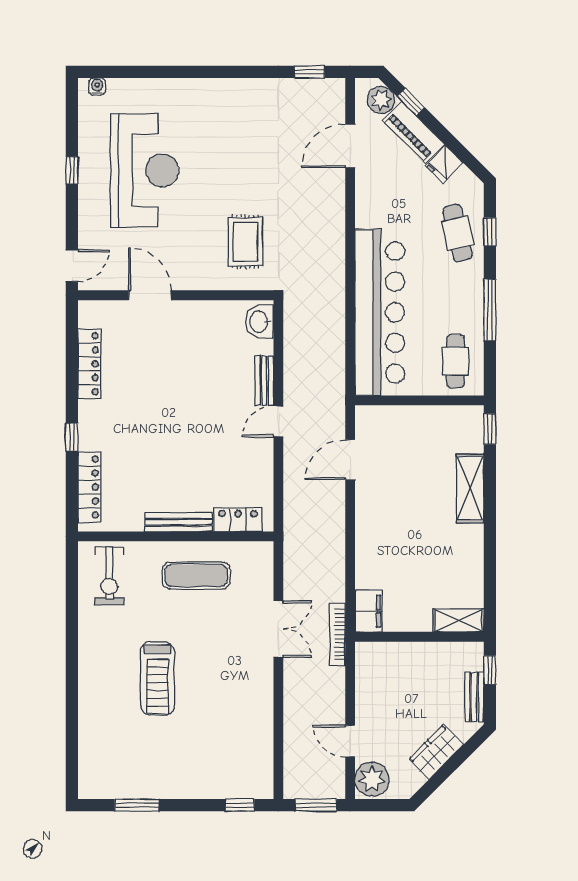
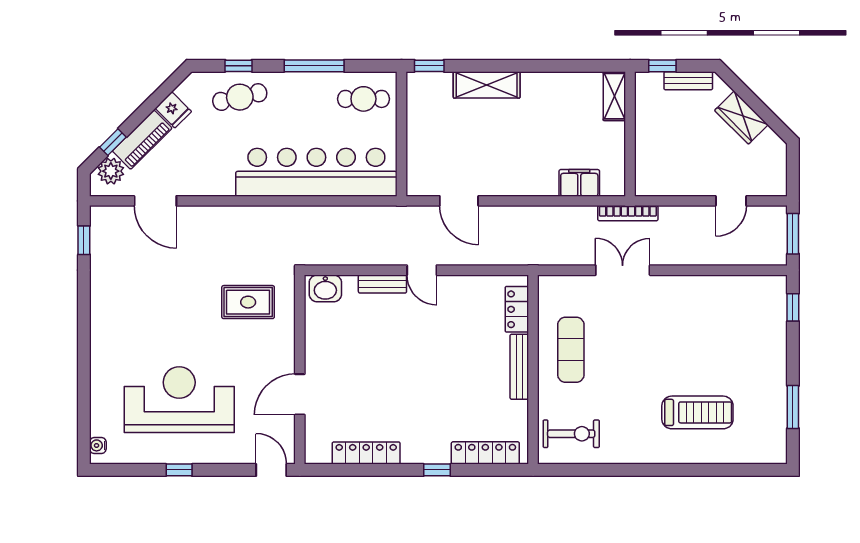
filing cabinet: (369, 611) -> (579, 183), moved
treadmill: (157, 678) -> (697, 412), moved
plant: (372, 779) -> (768, 180), removed

